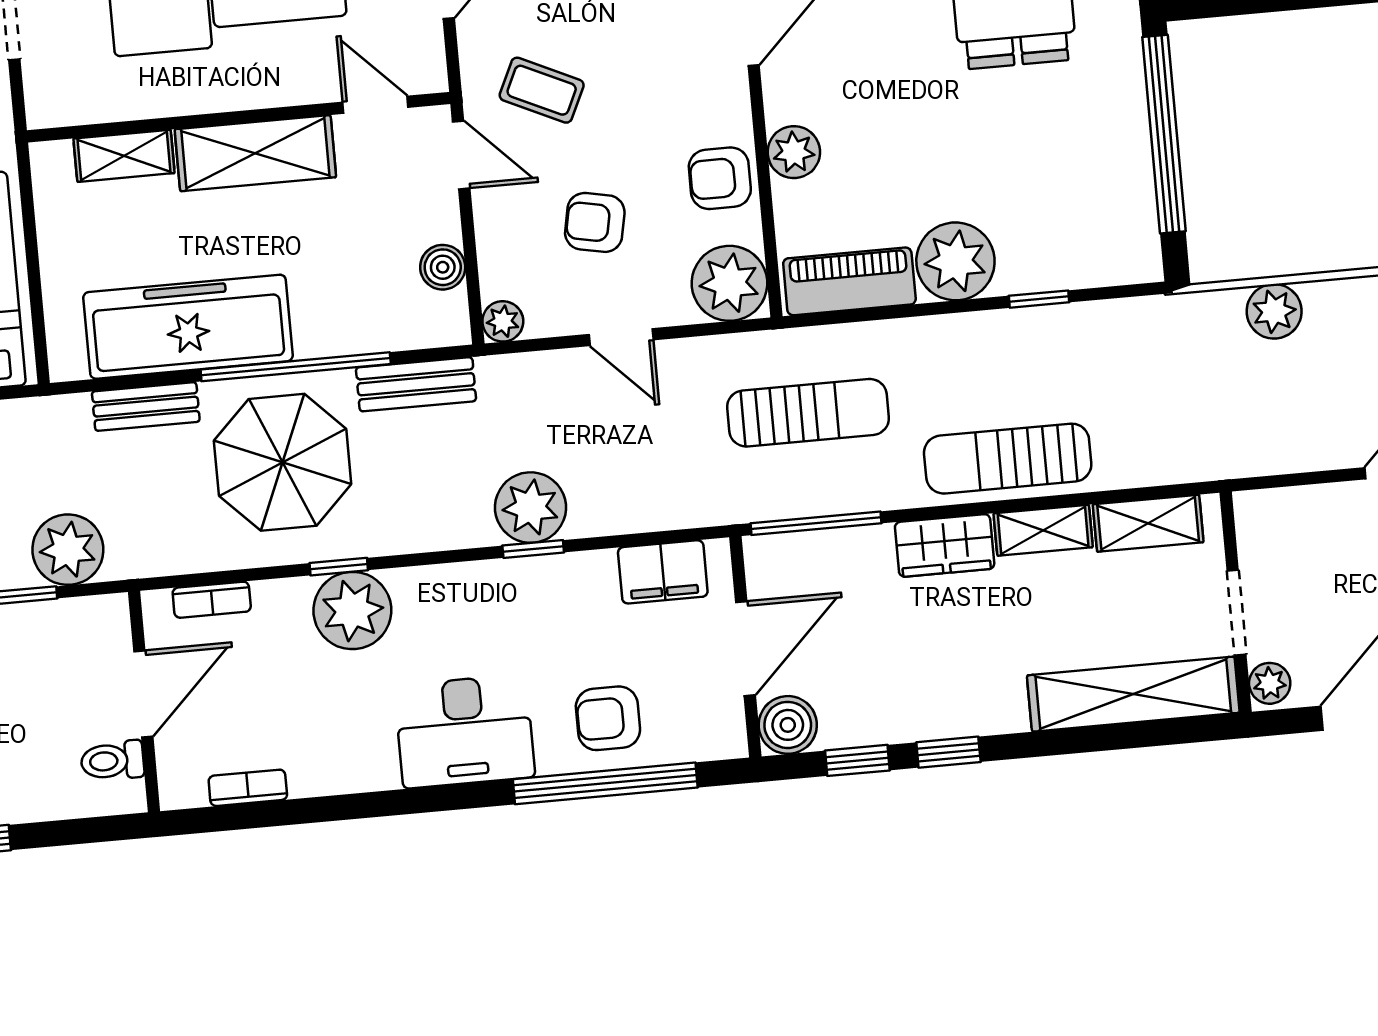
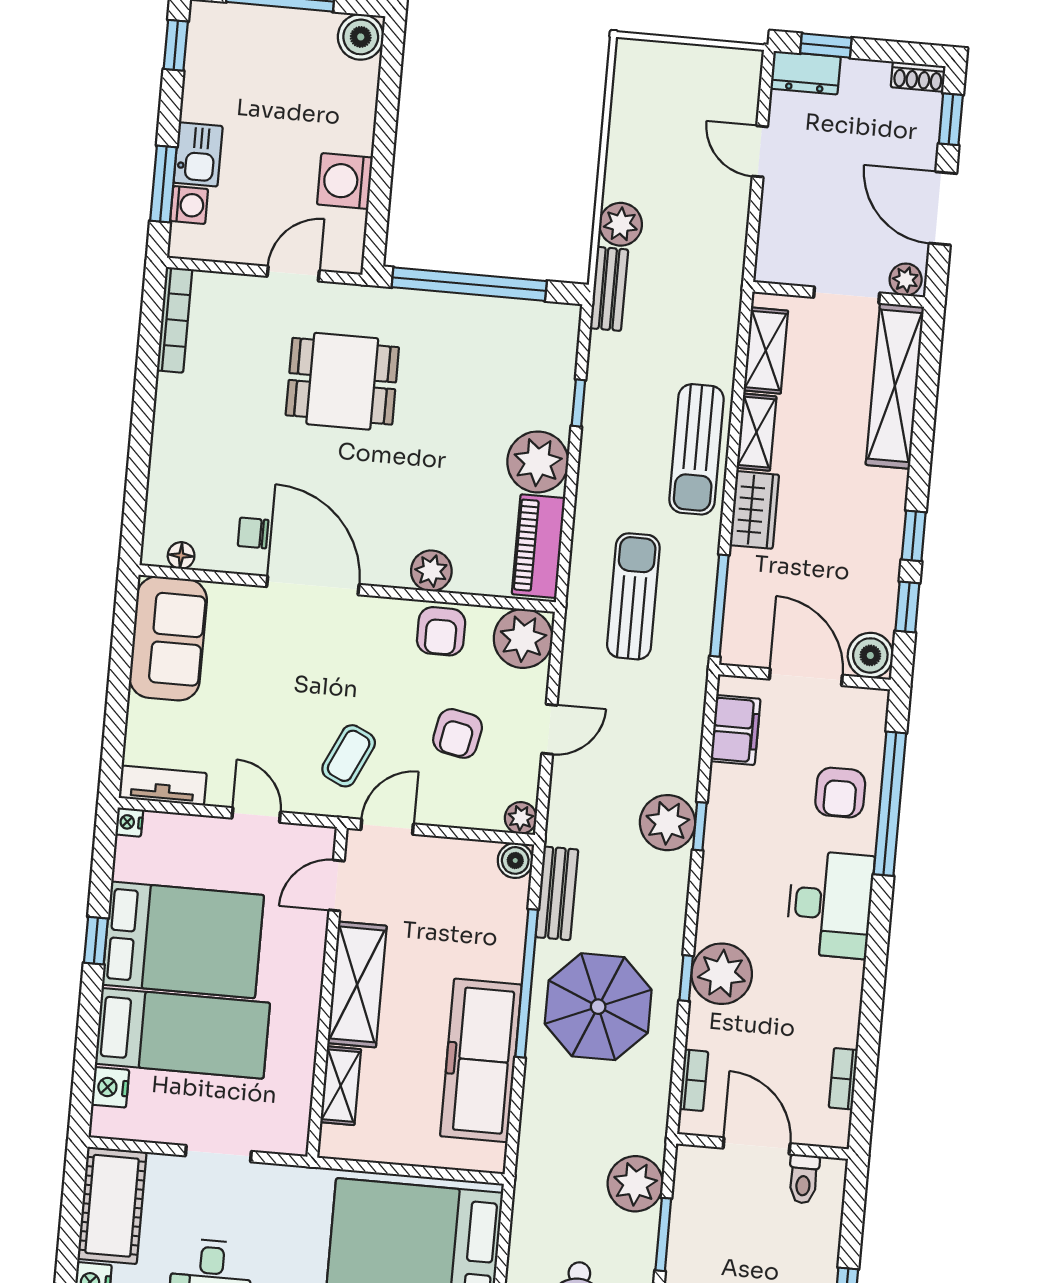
boiler: (443, 267) -> (515, 860), moved
bench: (146, 407) -> (609, 289), moved

